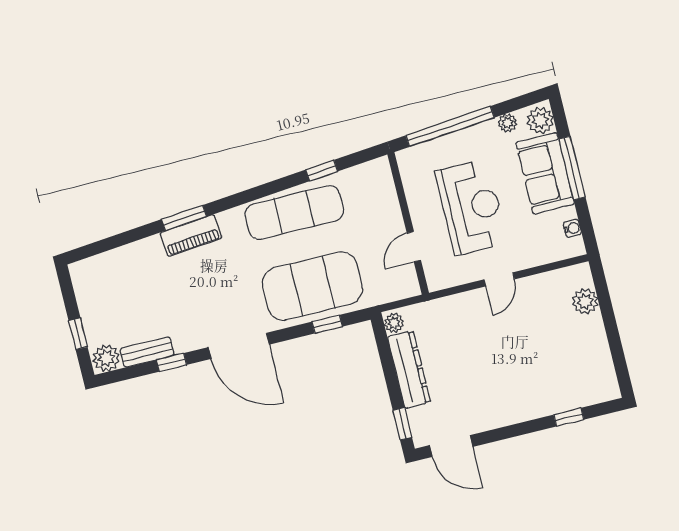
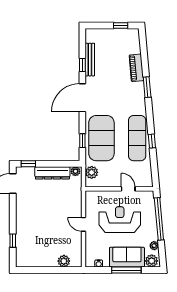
window: (322, 171) -> (152, 141), moved
reception desk: (471, 207) -> (120, 220), turned 180
piano: (191, 235) -> (136, 68), moved
door: (414, 247) -> (128, 189), moved
window: (78, 334) -> (121, 26), moved
bench: (147, 352) -> (90, 60), width x1.36
plant: (106, 358) -> (92, 172), moved

